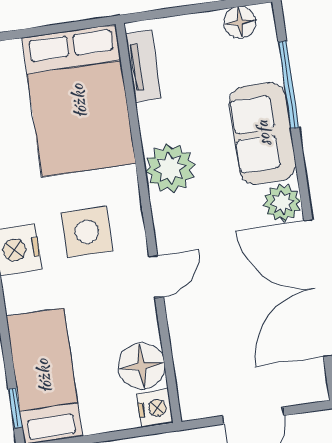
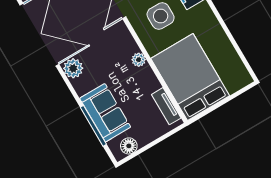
sofa: (263, 133) -> (105, 113), moved
plant: (170, 168) -> (139, 60), width x0.53, depth x0.53

